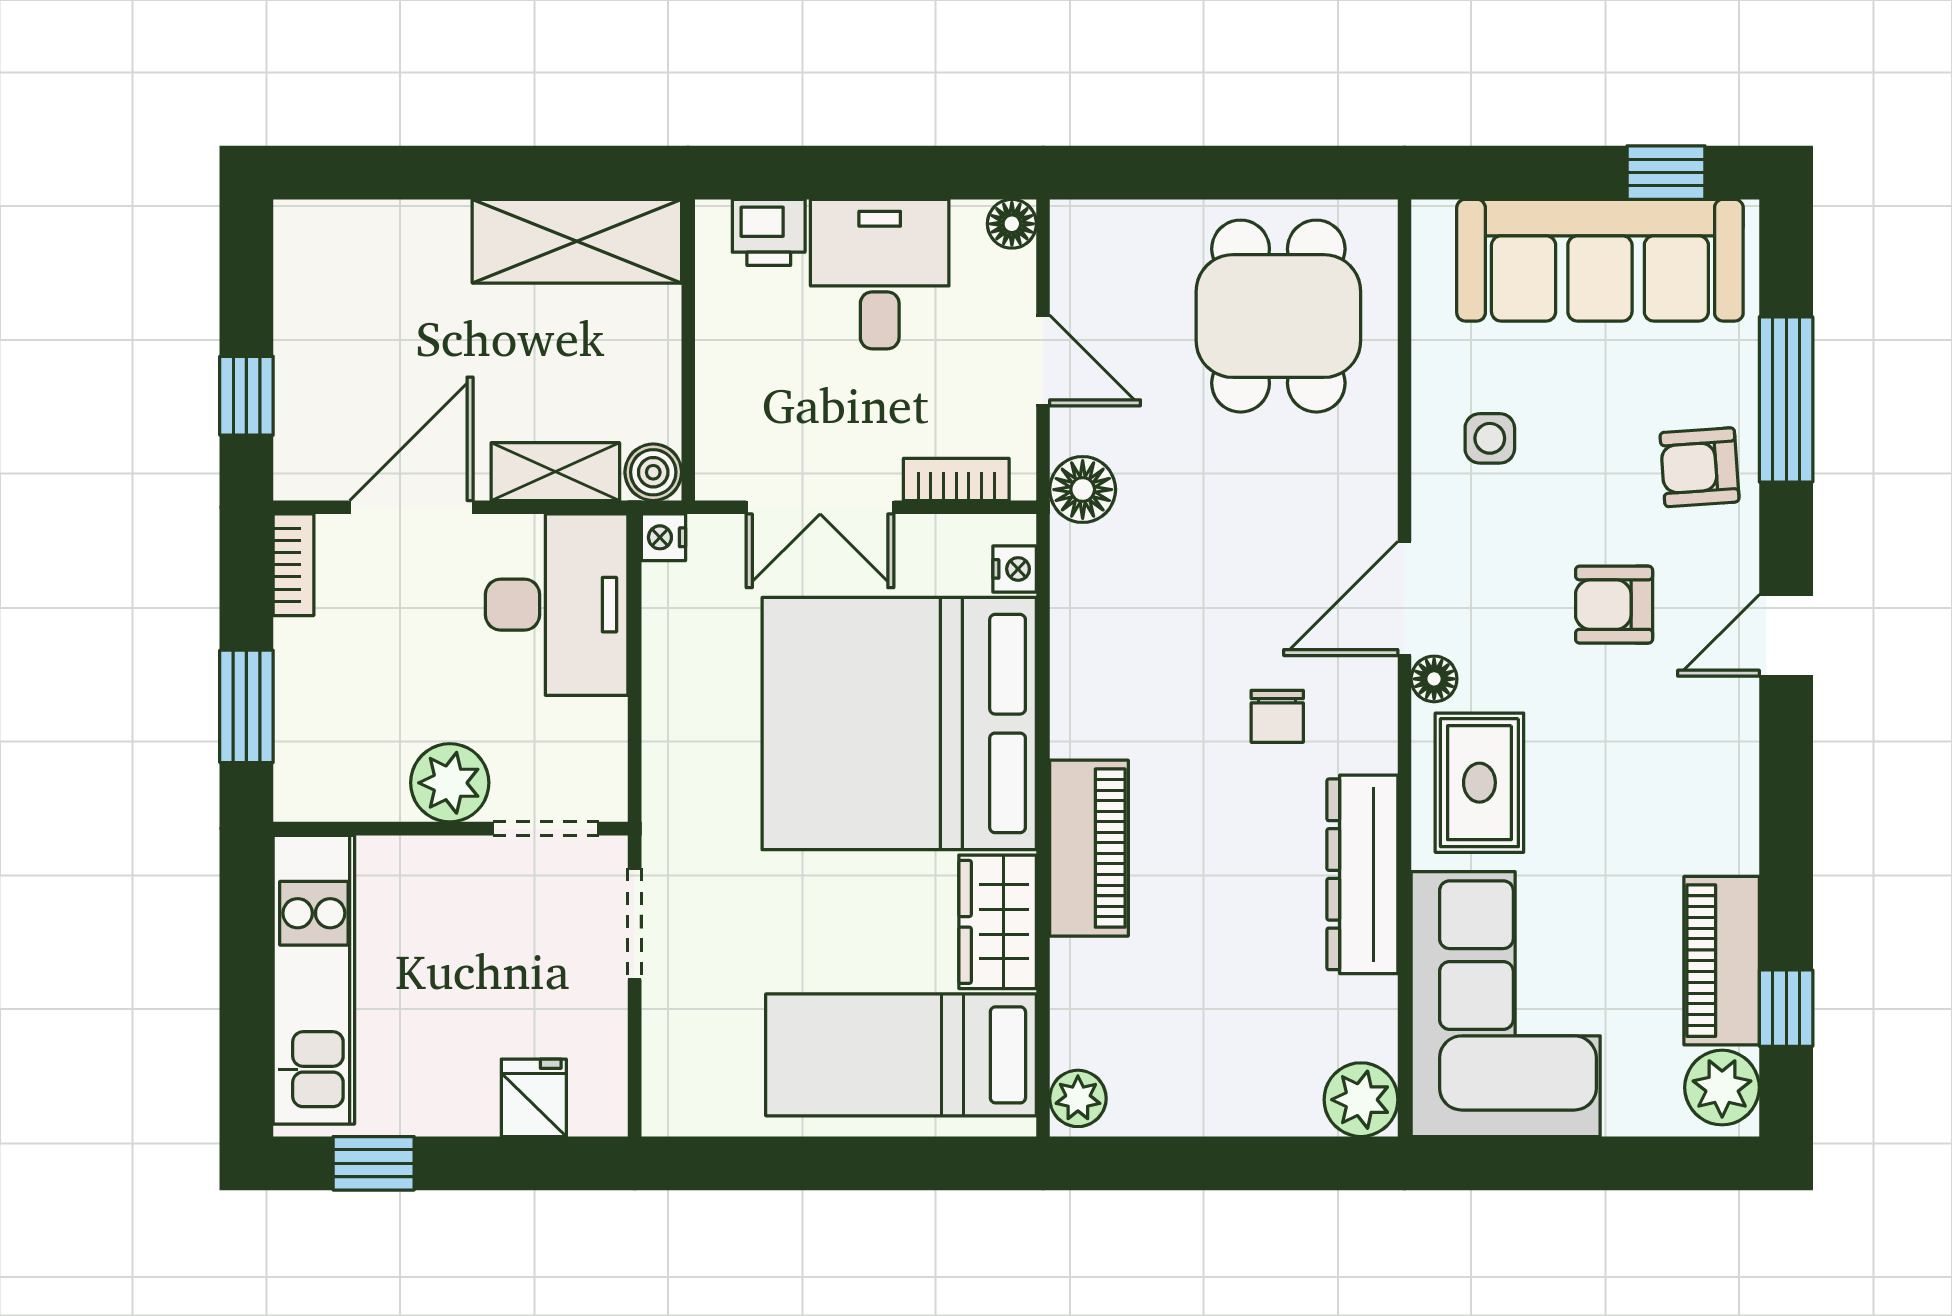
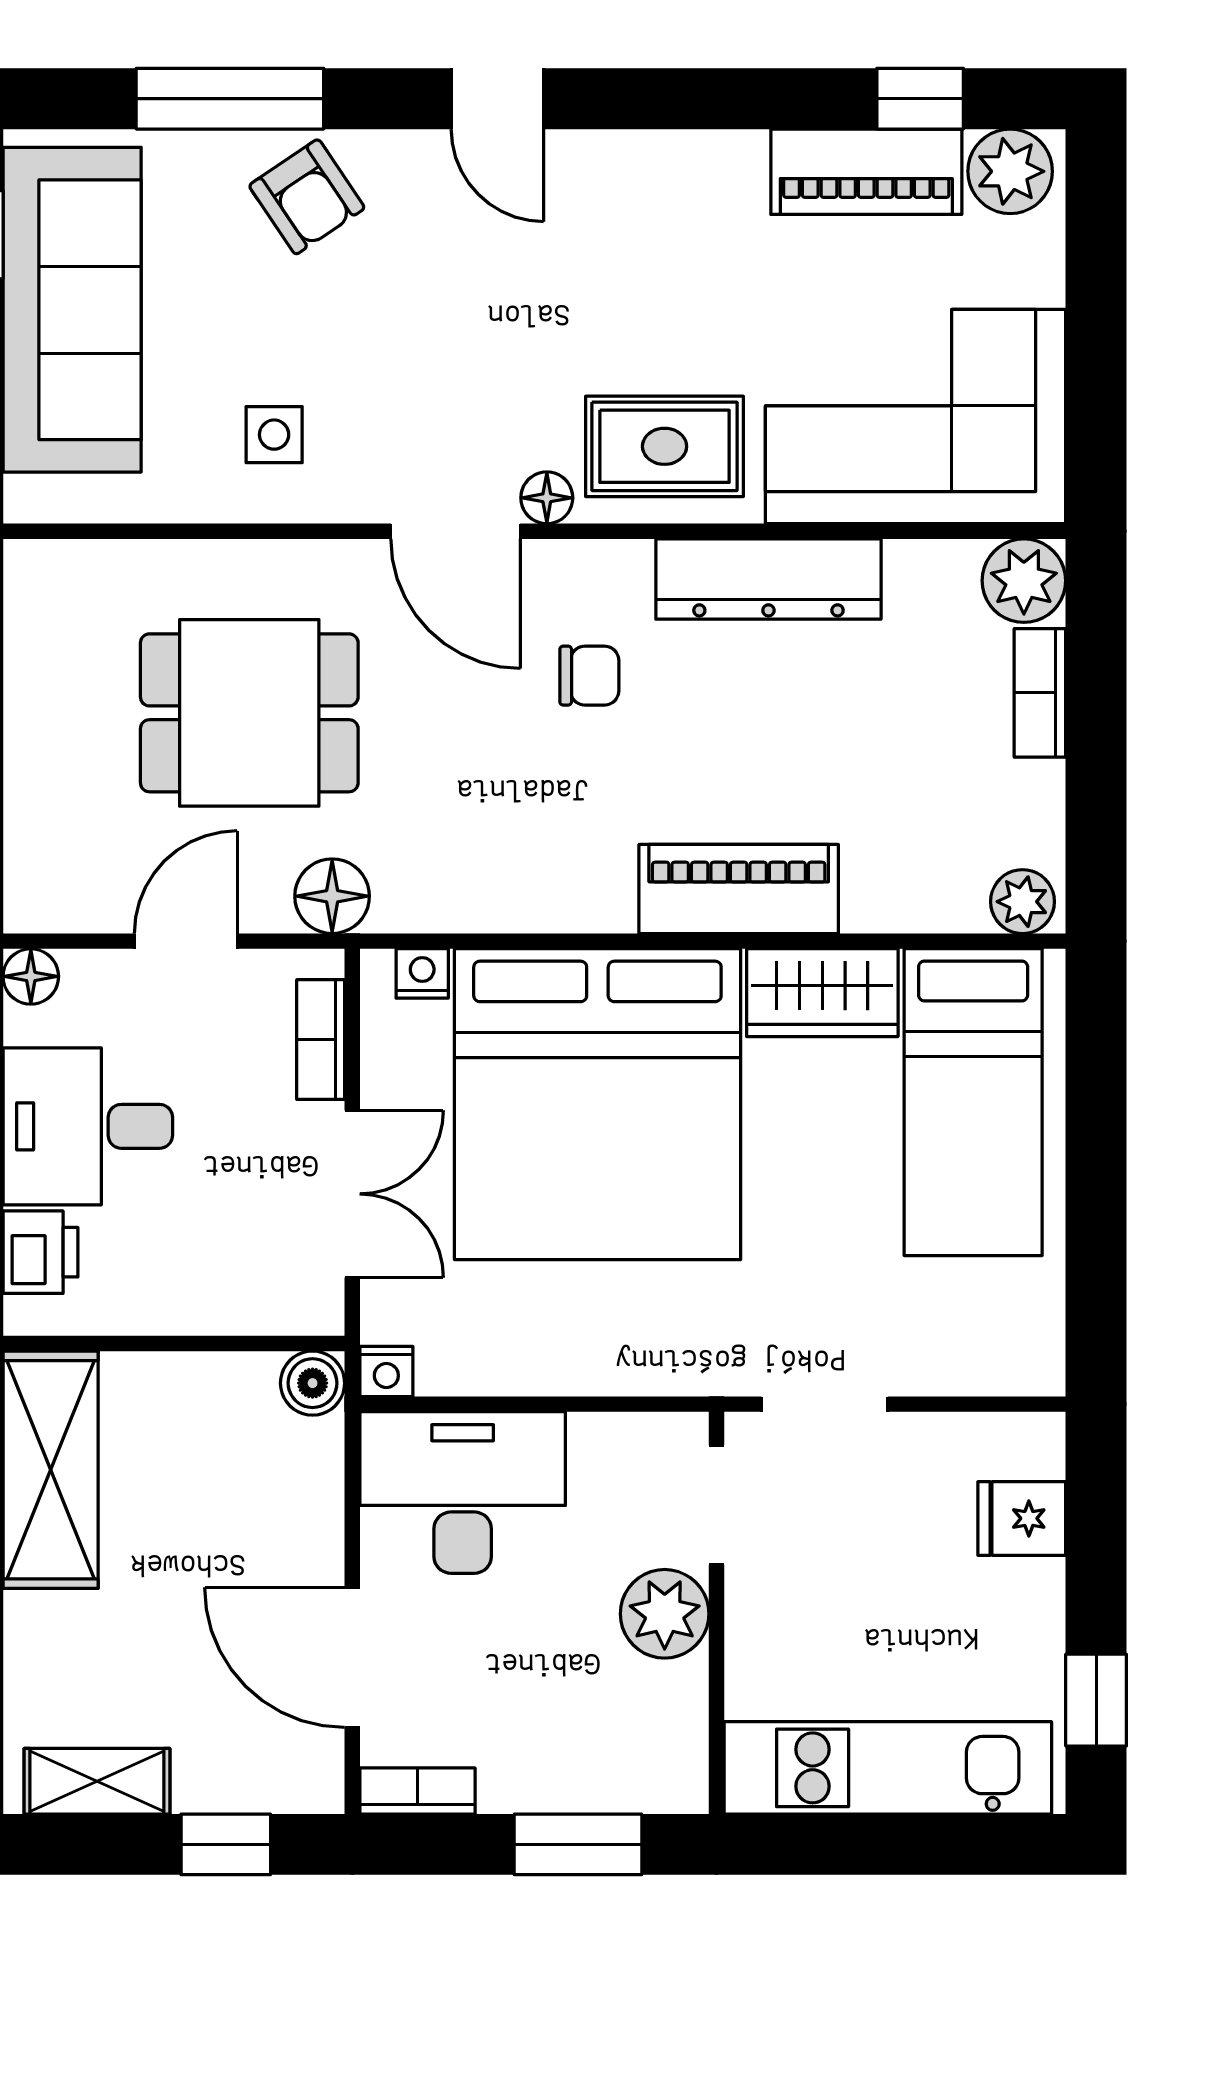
dining table: (1278, 316) -> (249, 713), moved
armchair: (1700, 467) -> (307, 197), turned -30
shelving: (555, 472) -> (97, 1781), moved, turned 90
armchair: (1614, 605) -> (463, 294), removed
bookcase: (1262, 1114) -> (1040, 693), added

